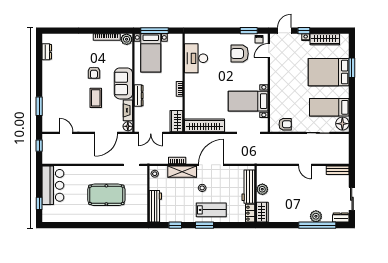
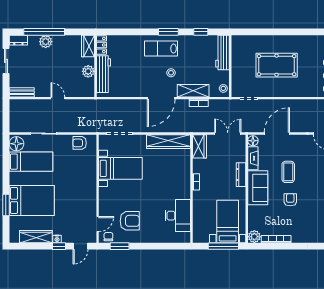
workbench: (248, 187) -> (103, 74), moved
plant: (262, 189) -> (88, 71), moved
wall: (256, 194) -> (95, 66), moved
wardrobe: (262, 212) -> (88, 46), moved
locker: (250, 213) -> (101, 45), moved

